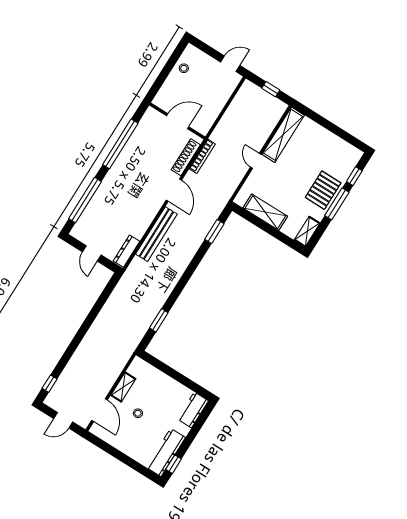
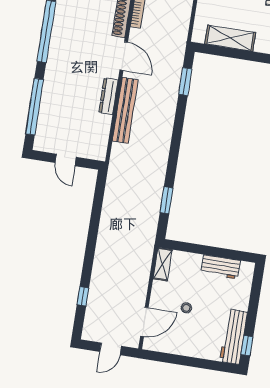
dresser: (126, 251) -> (108, 96), moved
window: (50, 384) -> (83, 296), moved
shelving: (123, 387) -> (163, 264), moved
door: (99, 410) -> (144, 322), hinge flipped
workbench: (193, 410) -> (220, 267), moved, turned -90

